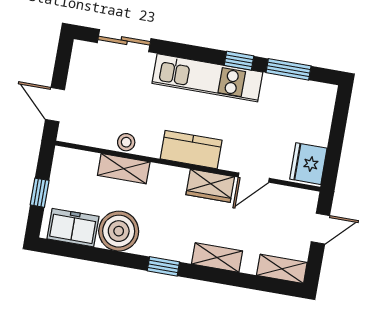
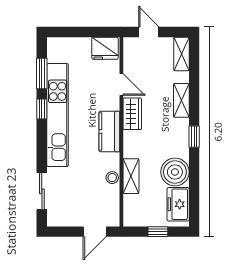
kitchen unit: (207, 78) -> (58, 115), width x1.36

